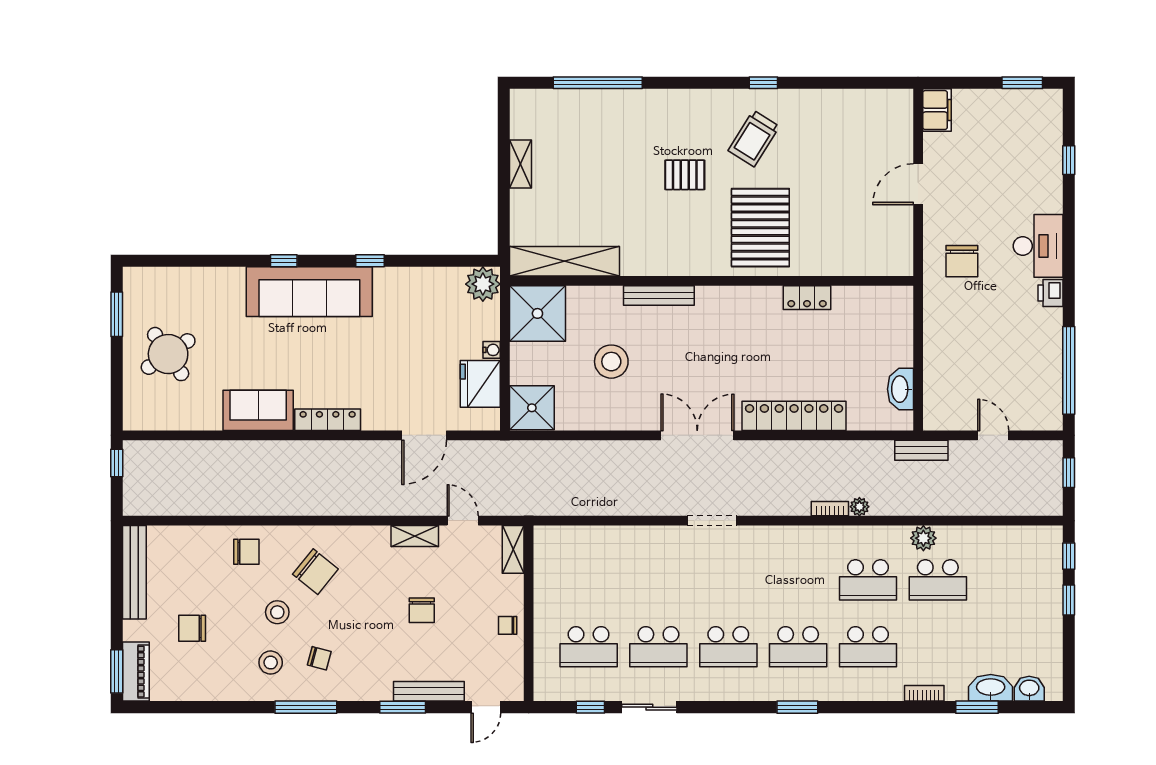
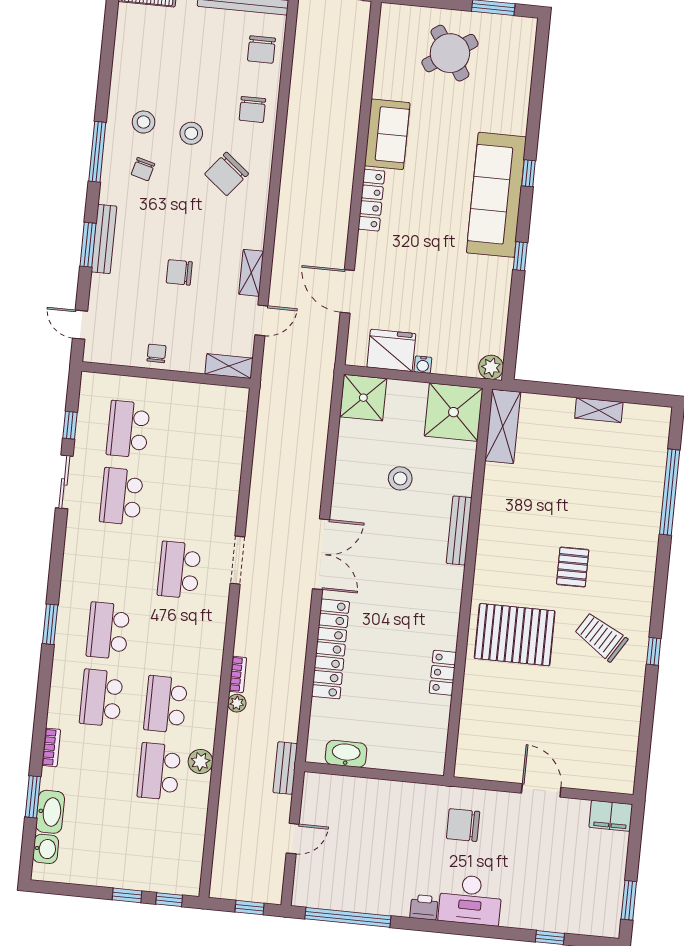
shelving: (565, 261) -> (503, 426), width x0.68
plant: (483, 284) -> (491, 367), width x0.73, depth x0.73
stool: (611, 362) -> (400, 478), width x0.73, depth x0.73
chair: (192, 628) -> (261, 49), moved, turned 180
school desk: (728, 647) -> (179, 570), moved
bench: (429, 691) -> (104, 239), moved

